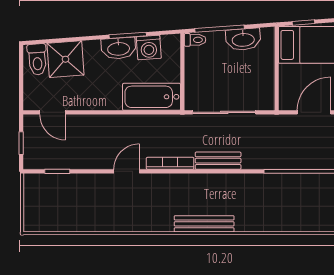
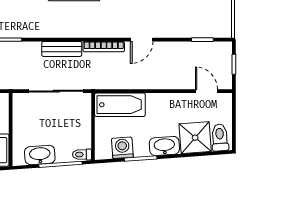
washbasin: (119, 48) -> (164, 146), moved

